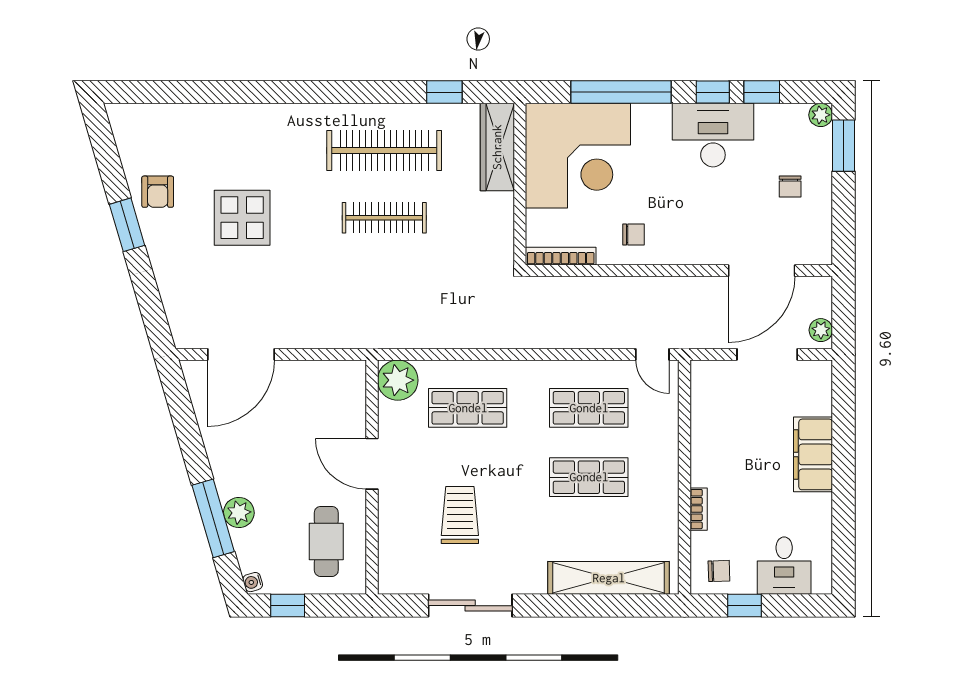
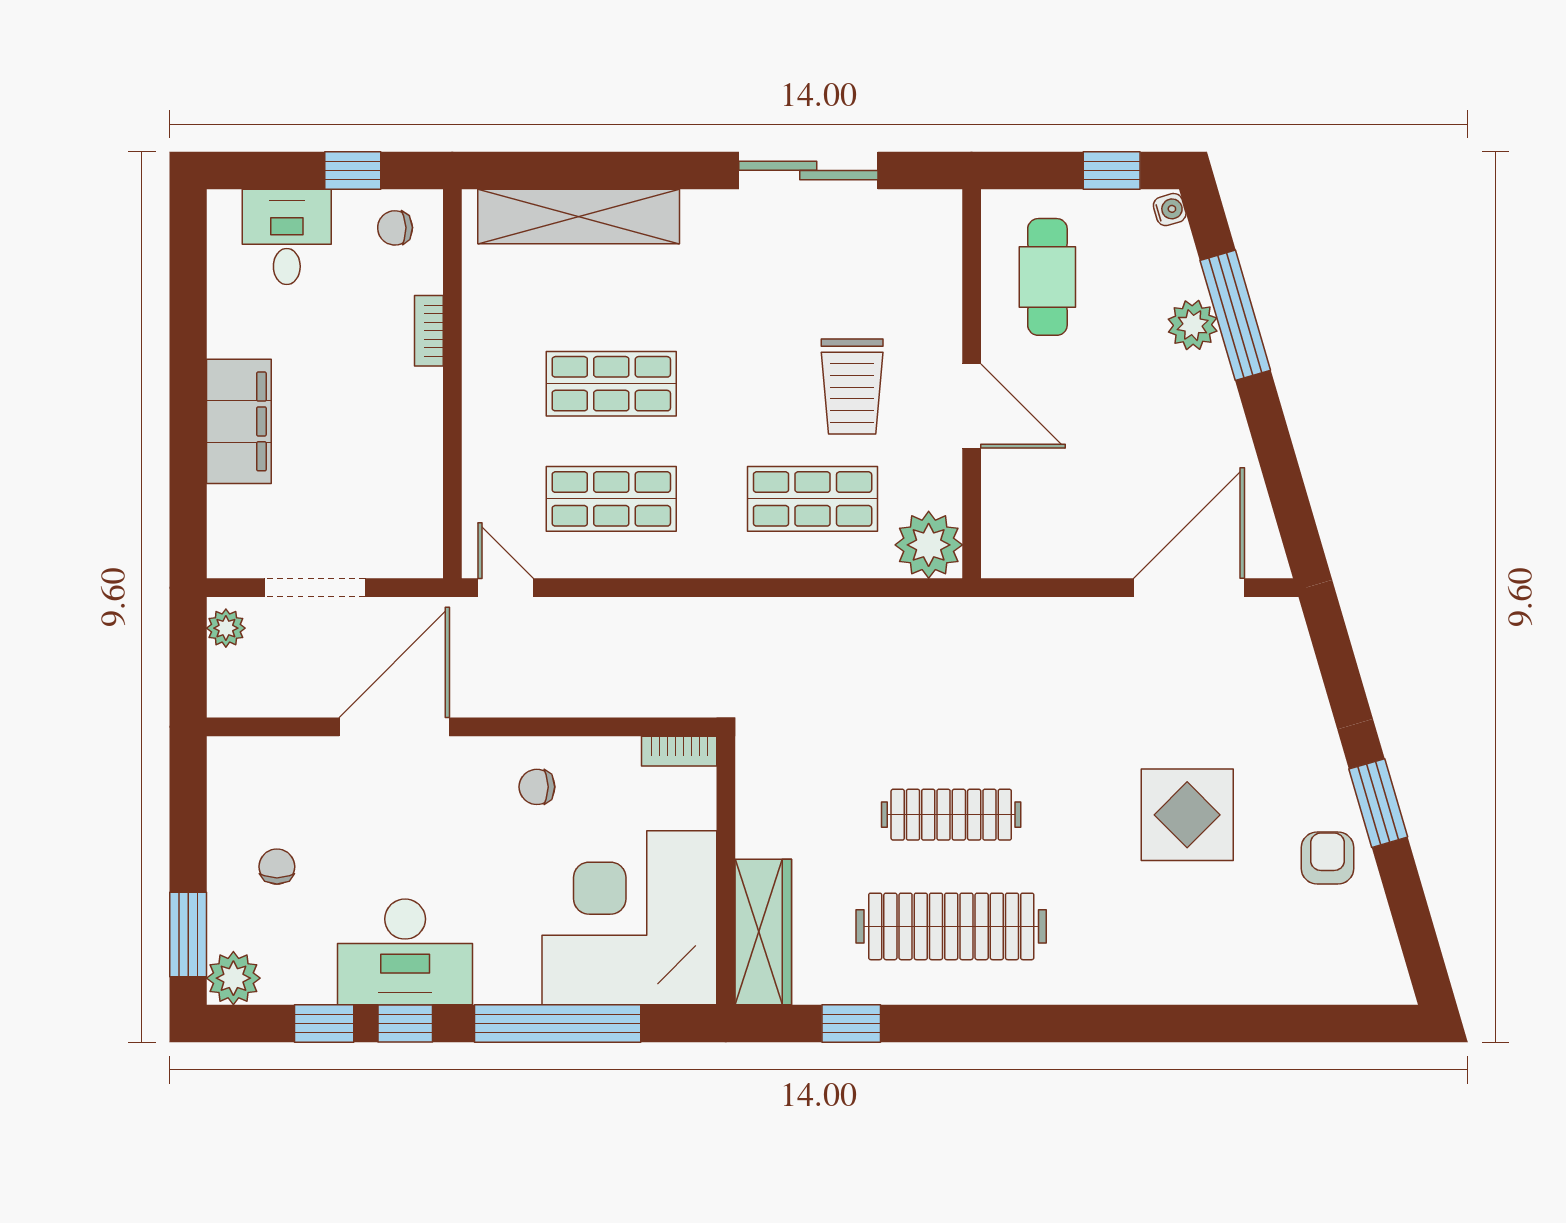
plant: (821, 115) -> (233, 978), width x1.38, depth x1.38
bookcase: (561, 256) -> (679, 751), width x0.64
door: (762, 271) -> (394, 727), moved
trolley: (460, 515) -> (852, 386), moved

